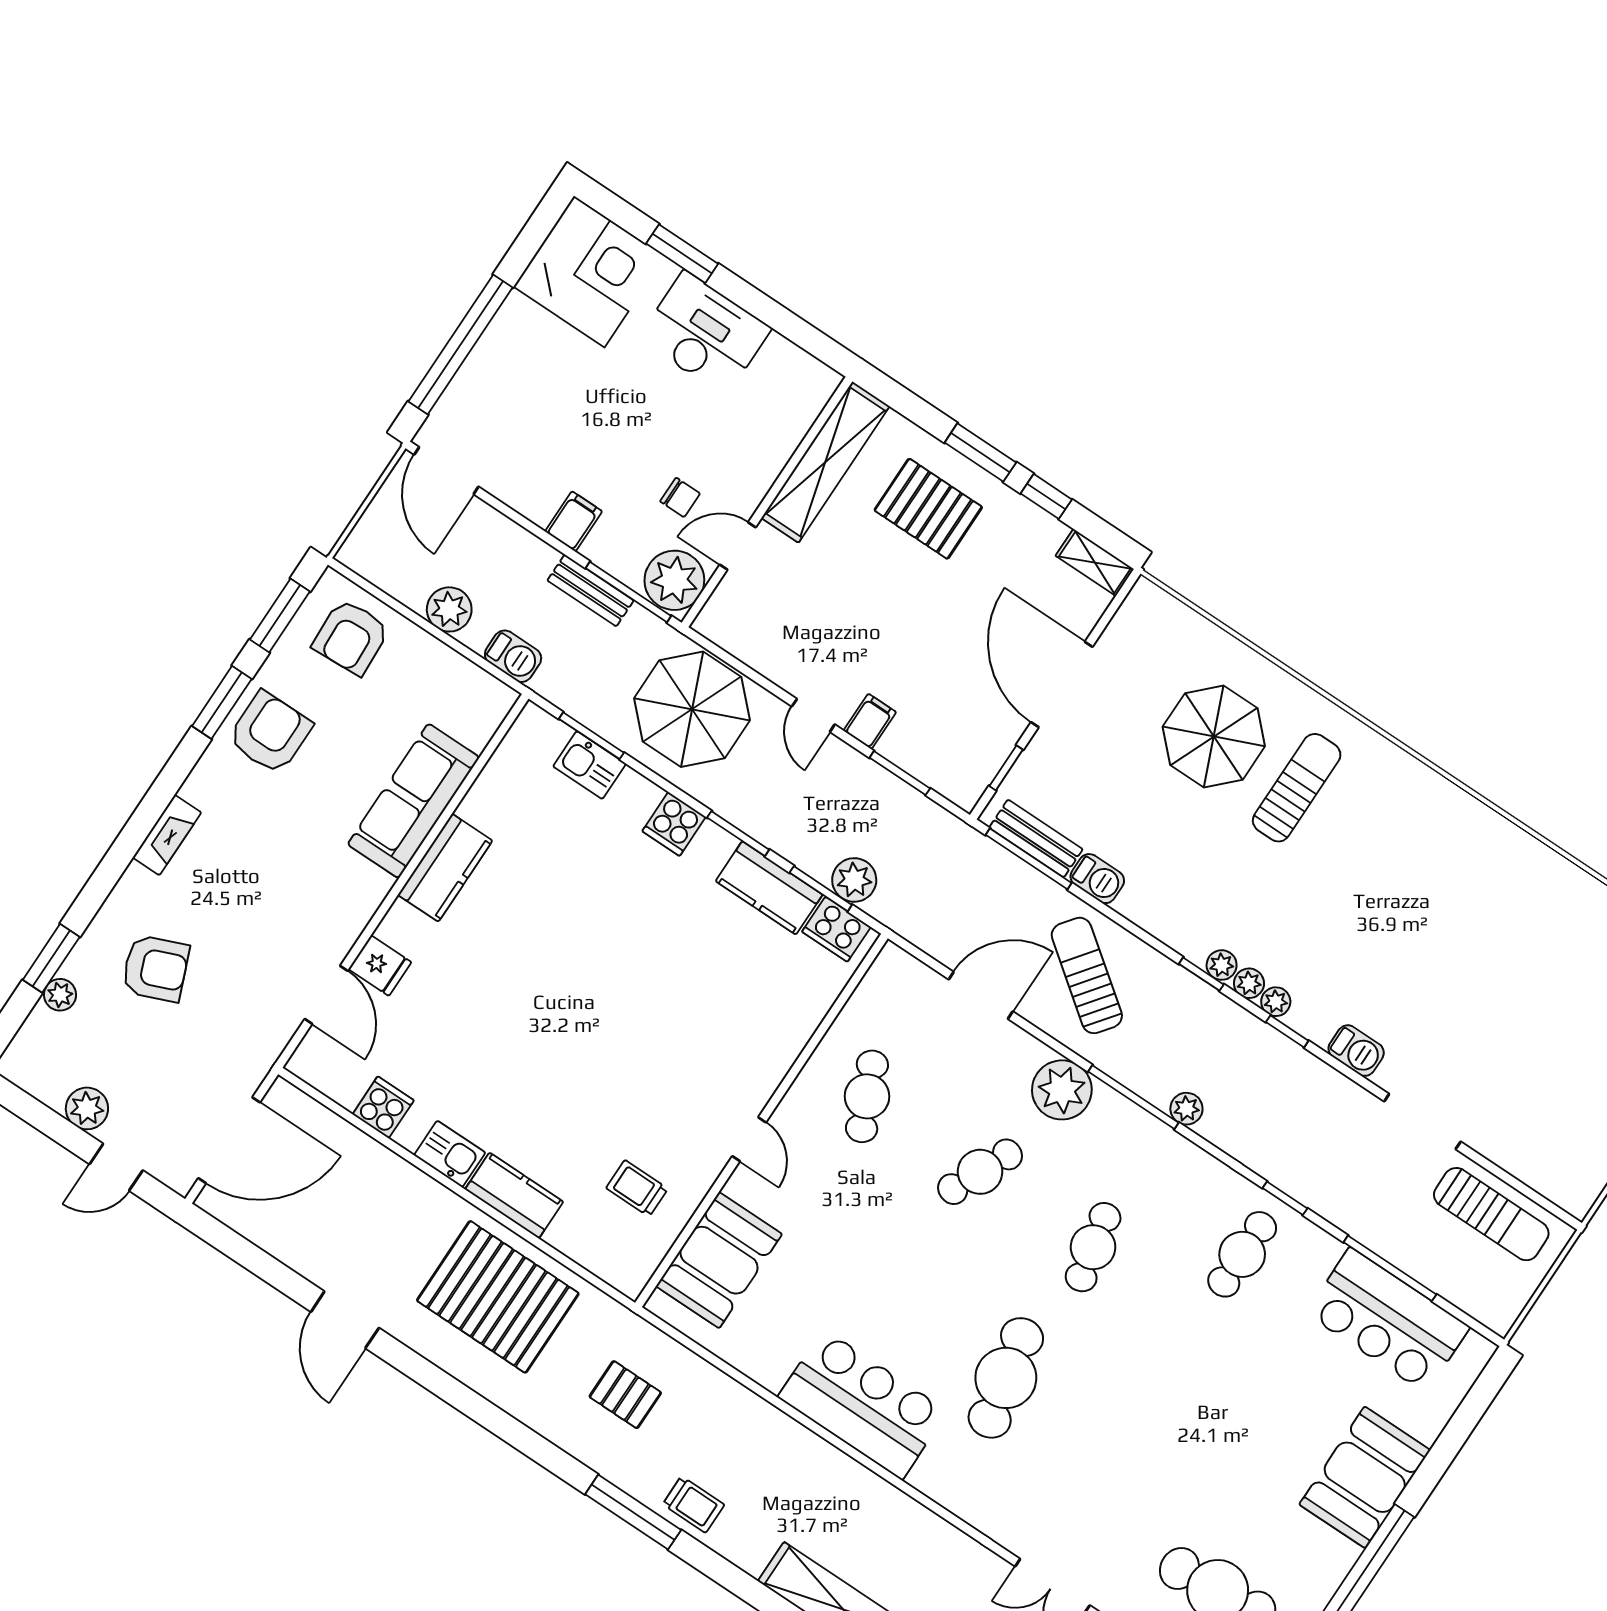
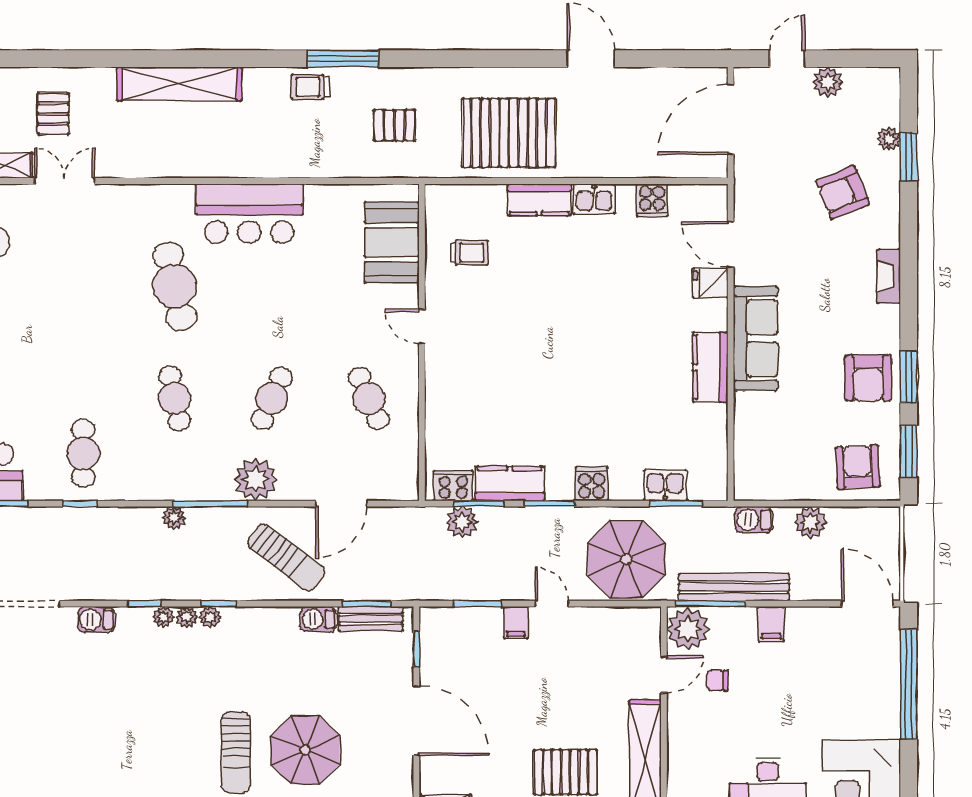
bench: (590, 590) -> (734, 587), width x1.86, depth x1.21
sofa: (414, 801) -> (756, 338), moved
window: (1029, 859) -> (367, 604), width x0.69

